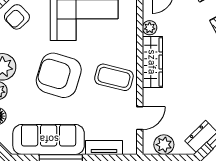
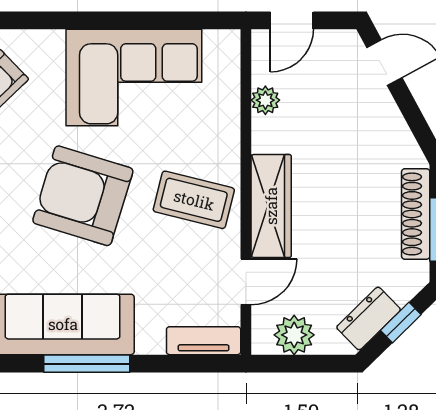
wardrobe: (152, 62) -> (271, 206), moved
tv unit: (104, 148) -> (204, 341), moved

